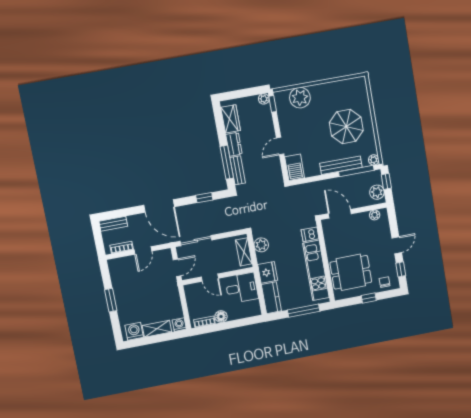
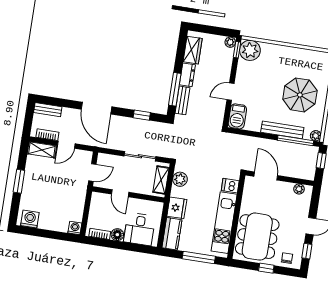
plant: (300, 98) -> (250, 50), moved
plant: (377, 192) -> (309, 168), removed
sliding door: (196, 241) -> (140, 156), moved
dining table: (351, 272) -> (257, 237), width x1.38
desk: (242, 288) -> (139, 229), moved, turned 90
shelving: (157, 329) -> (42, 150), moved

